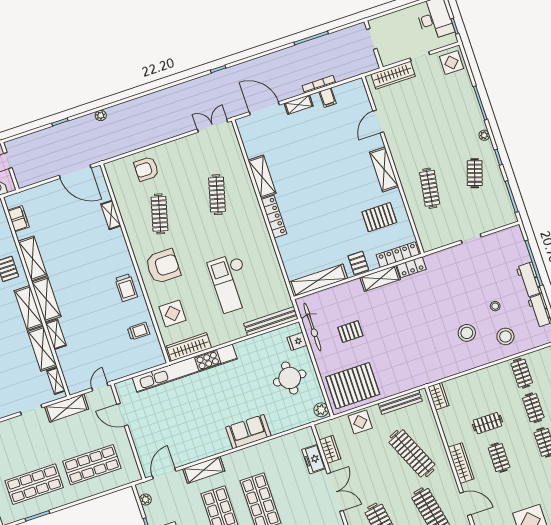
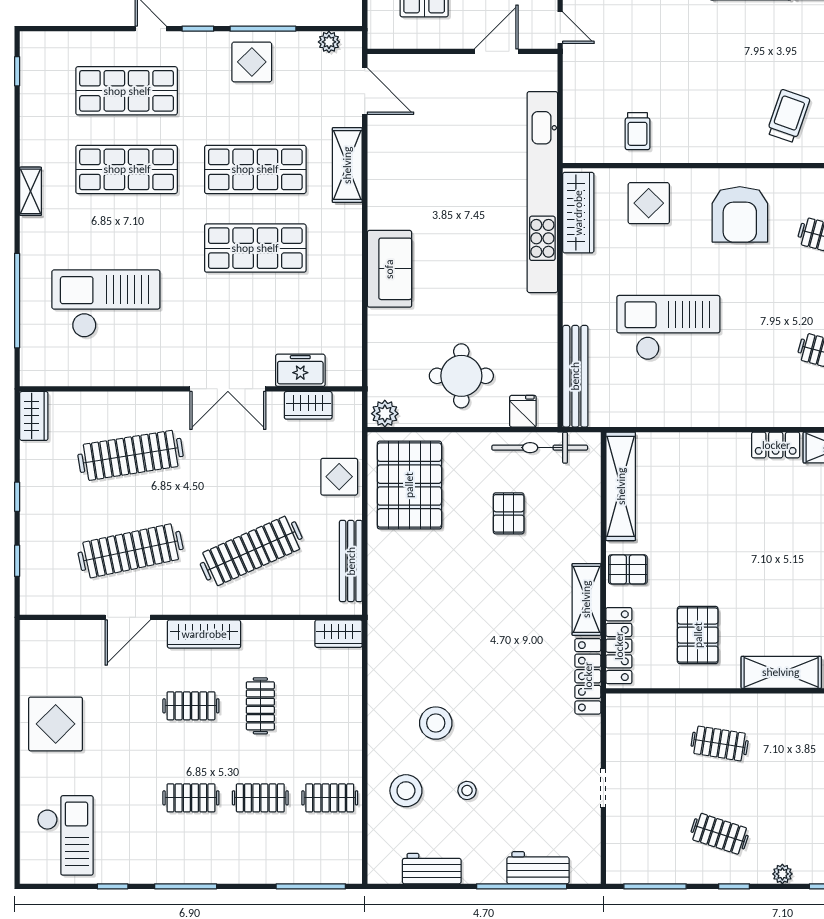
clothes rail: (430, 188) -> (720, 743), width x0.73
locker: (274, 217) -> (776, 445), width x0.66
locker: (411, 267) -> (588, 676), width x1.53
workbench: (529, 280) -> (538, 868), moved
trolley: (126, 288) -> (788, 116), moved, turned 109

